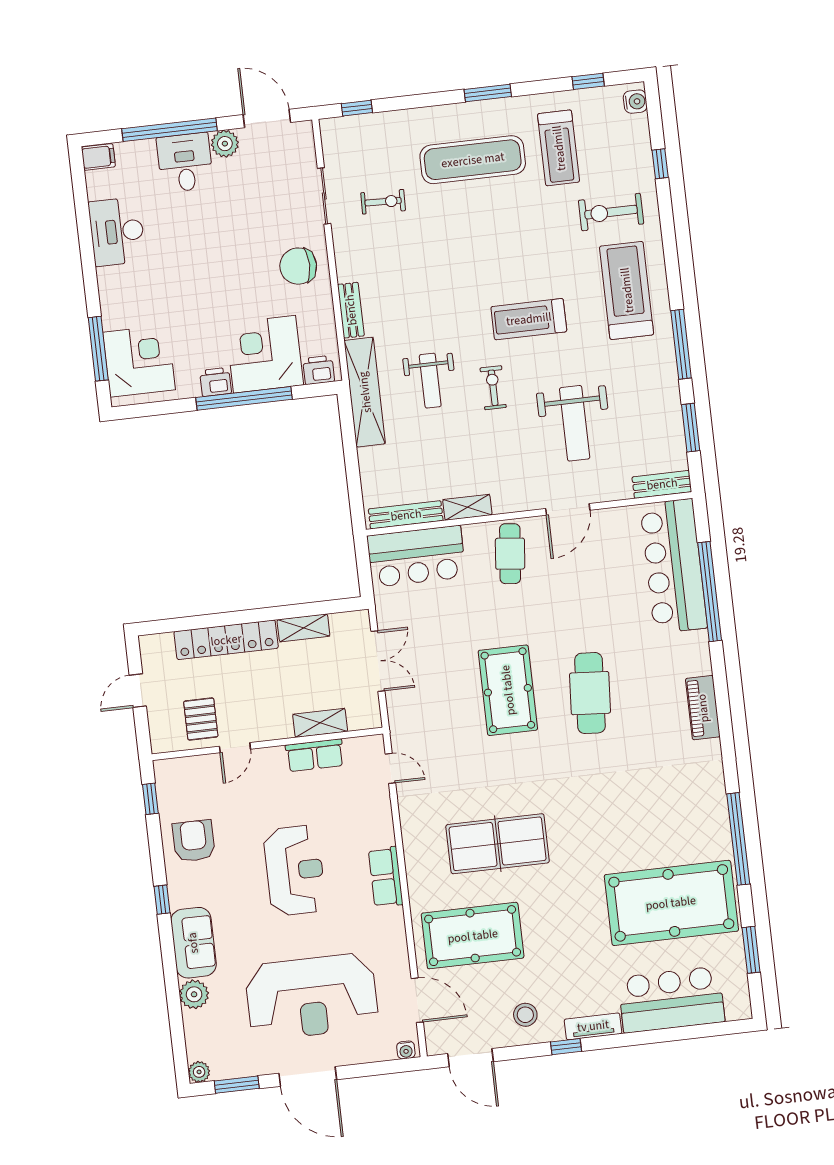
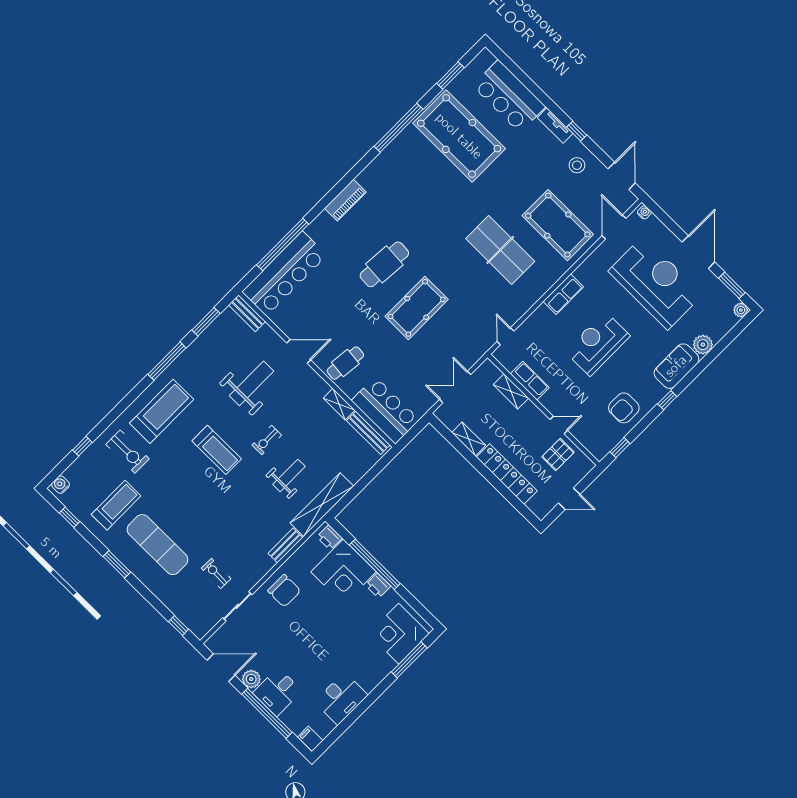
door: (267, 119) -> (221, 668), swing flipped
treadmill: (627, 290) -> (162, 411), turned 180

